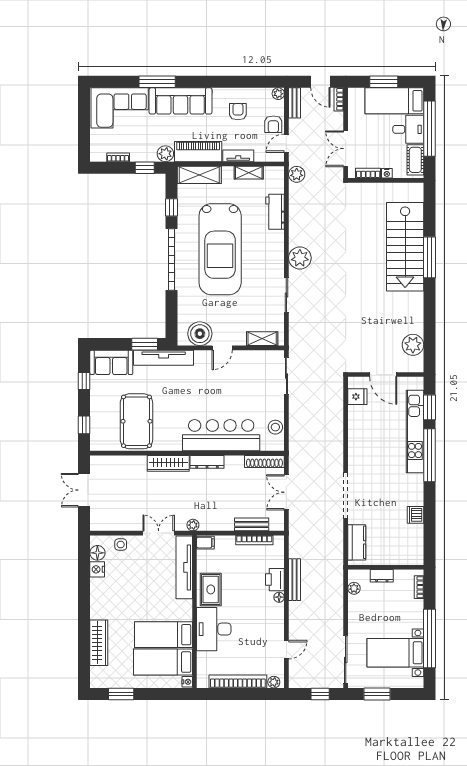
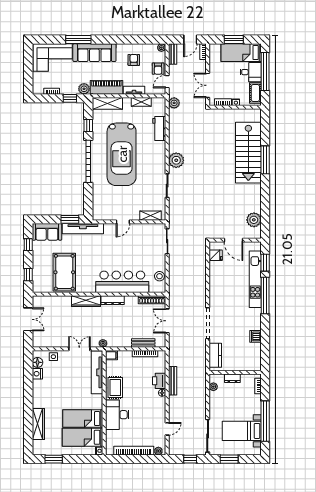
door: (320, 82) -> (190, 39), hinge flipped
boiler: (200, 334) -> (108, 212), removed
double door: (84, 490) -> (28, 319), swing flipped

